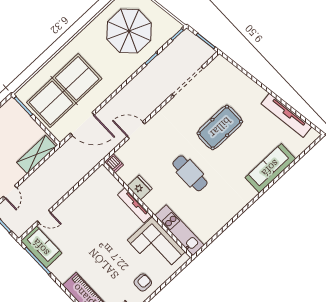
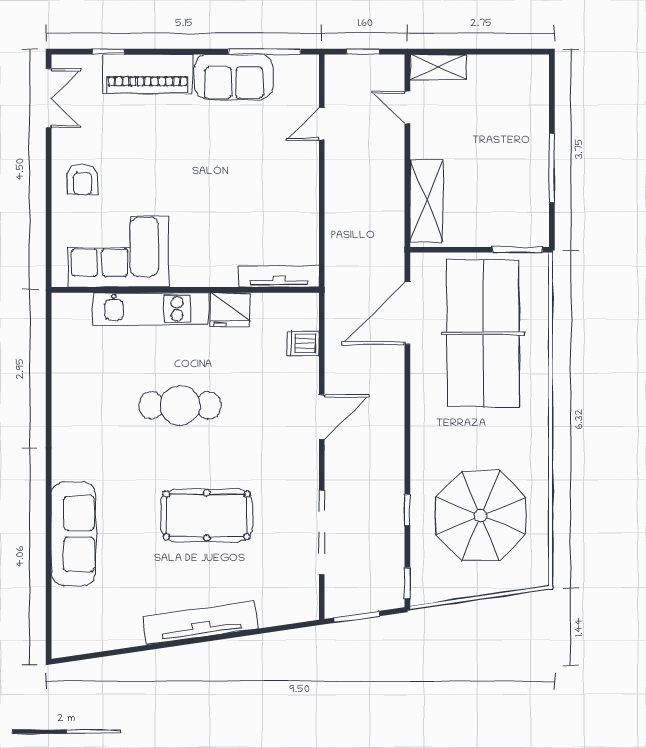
tv unit: (286, 115) -> (201, 623), moved
pool table: (220, 127) -> (207, 515), turned 90
door: (136, 130) -> (322, 417), moved
dishwasher: (114, 163) -> (303, 343), moved
tv unit: (134, 205) -> (279, 276), moved
kitchen unit: (180, 230) -> (151, 309), moved
sofa: (41, 247) -> (234, 77), moved

